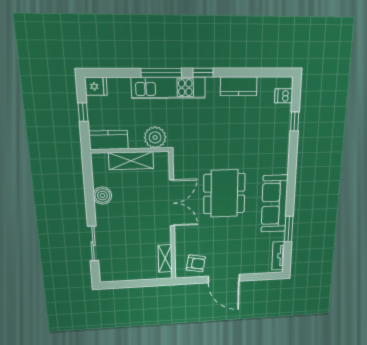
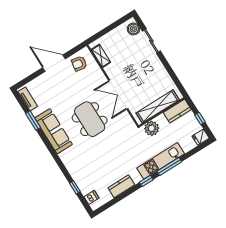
shelving: (131, 161) -> (158, 106), width x1.47
boiler: (102, 196) -> (133, 29), moved

